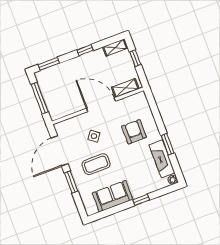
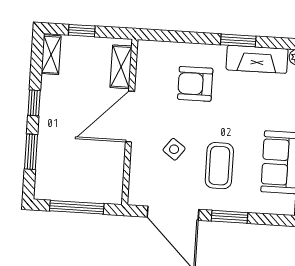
window: (49, 64) -> (31, 152), moved

